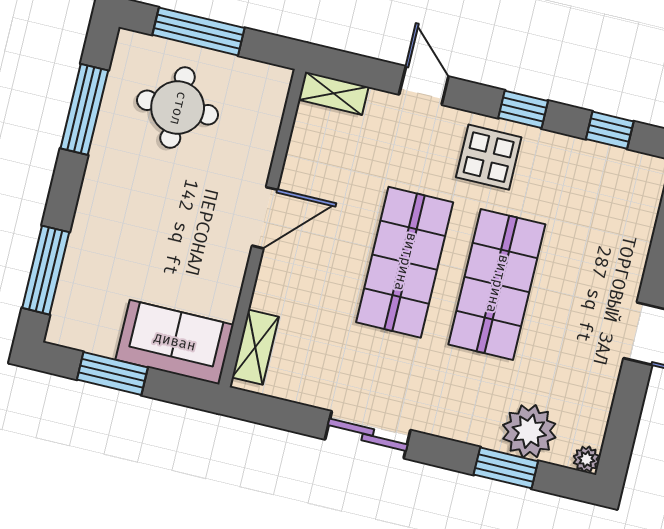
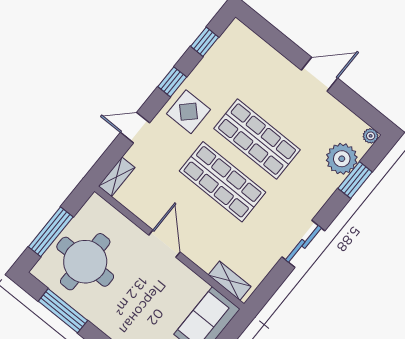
round table: (178, 108) -> (85, 262), width x1.36, depth x1.36

